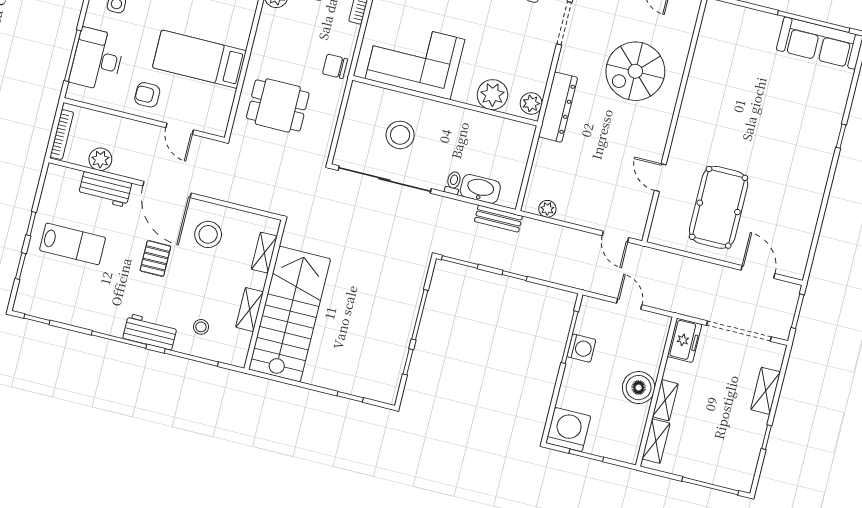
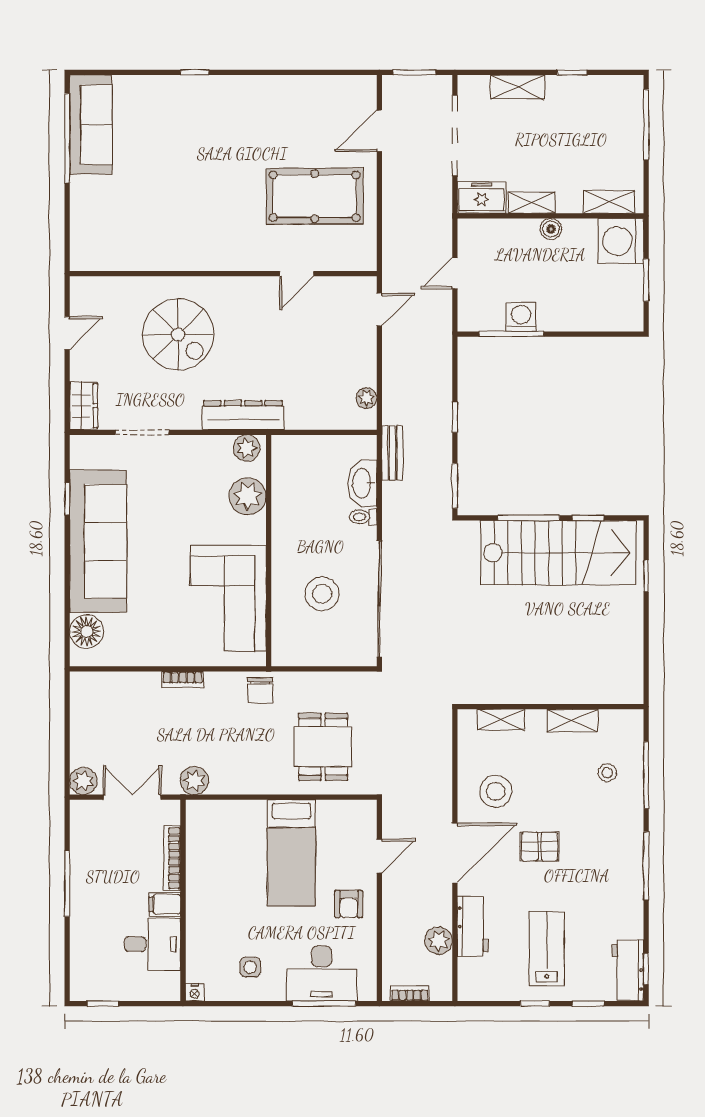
bookcase: (62, 135) -> (410, 993), width x0.64
stairs: (290, 314) -> (558, 553), moved, turned 180
workbench: (150, 332) -> (628, 970), moved
boiler: (639, 388) -> (551, 229), width x0.54, depth x0.54
shelving: (665, 400) -> (532, 203), moved
washing machine: (568, 430) -> (621, 241), moved

